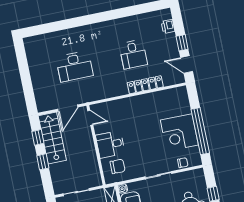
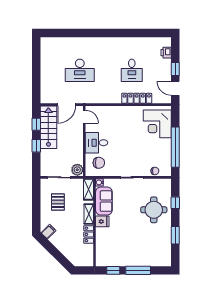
corner desk: (179, 133) -> (157, 124), moved
plant: (95, 179) -> (77, 170), added

